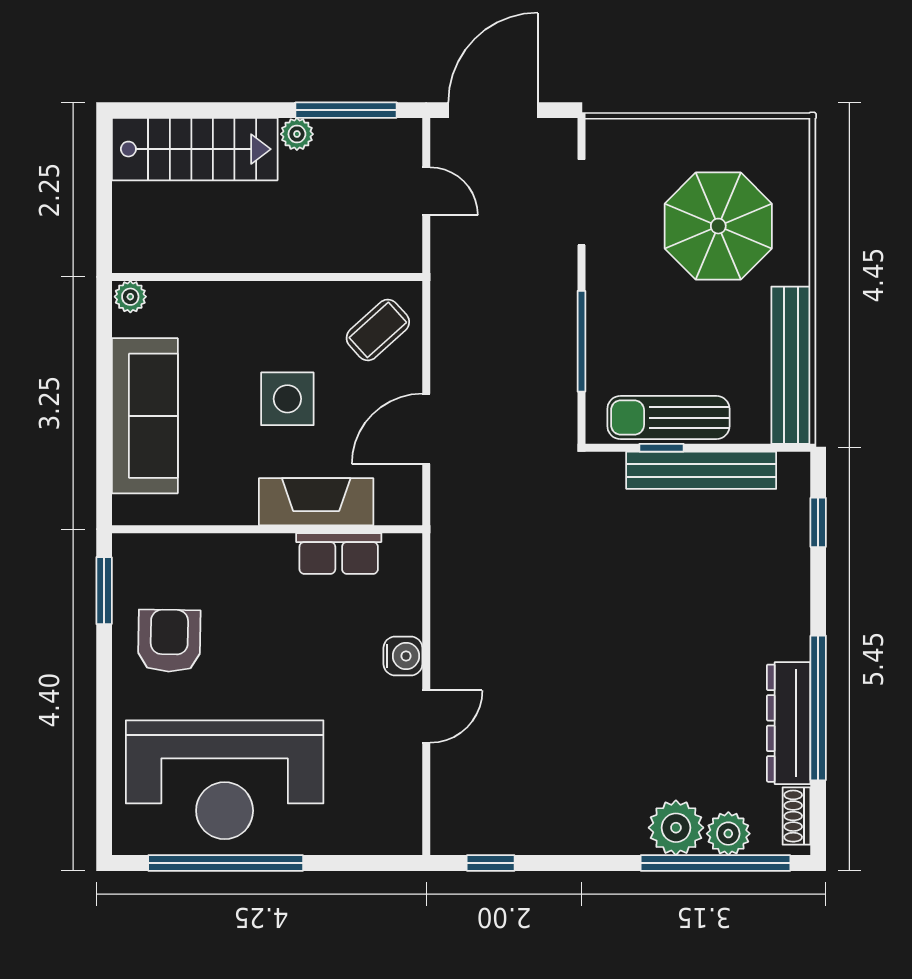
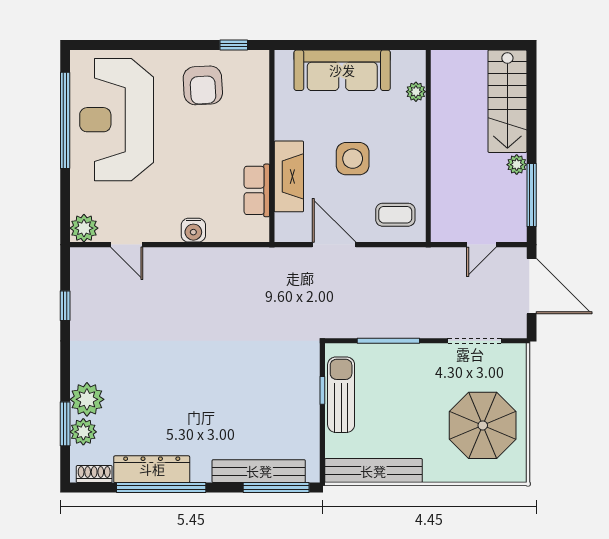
parasol: (718, 226) -> (483, 425), moved
plant: (130, 297) -> (416, 92), moved
coffee table: (378, 330) -> (395, 215), turned -48
bench: (701, 470) -> (259, 471), moved, turned 90
window: (818, 522) -> (276, 487), width x2.17
window: (104, 591) -> (234, 45), width x0.67
armchair: (169, 641) -> (203, 85), turned 86
door: (426, 717) -> (127, 245), moved
plant: (400, 832) -> (84, 228), added
window: (491, 863) -> (65, 306), moved
window: (716, 863) -> (65, 424), width x0.47

